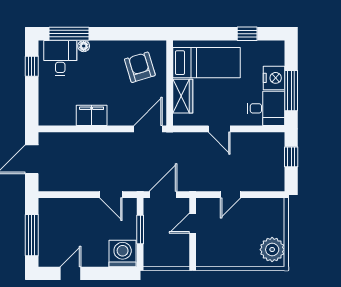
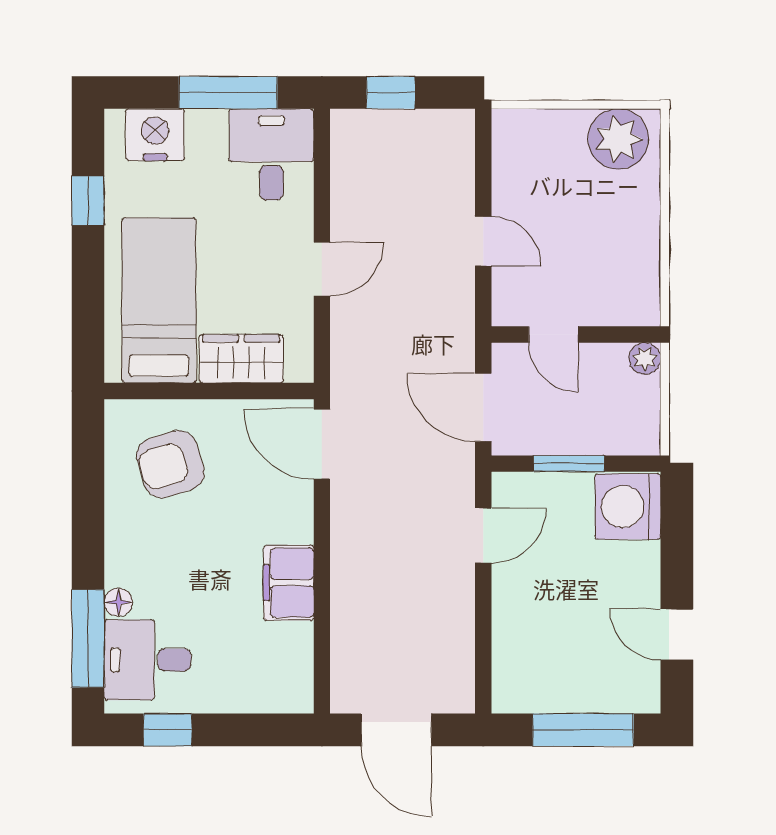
nightstand: (274, 78) -> (155, 135), moved
plant: (183, 260) -> (645, 359), added

